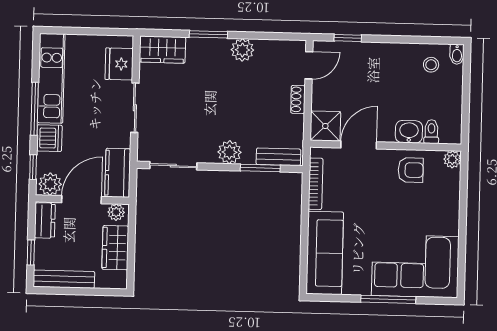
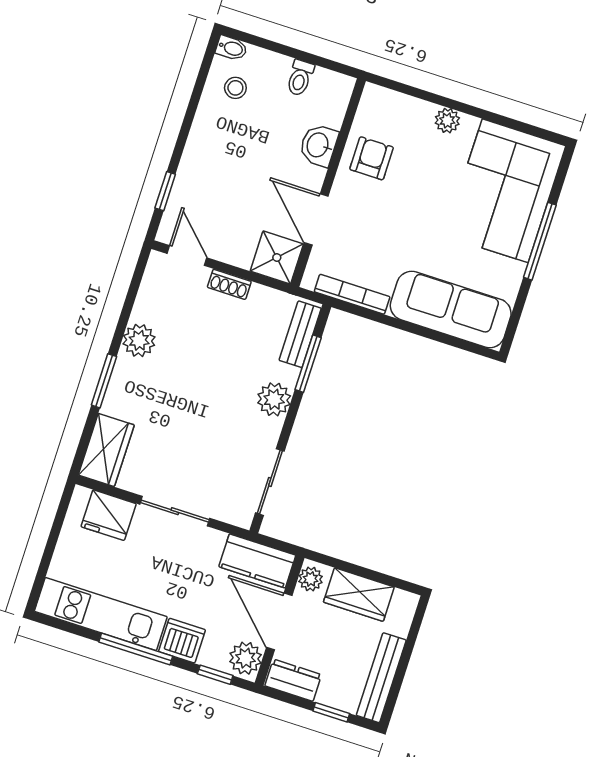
toilet: (431, 132) -> (300, 78), moved, turned -90
plant: (452, 159) -> (447, 121), moved

